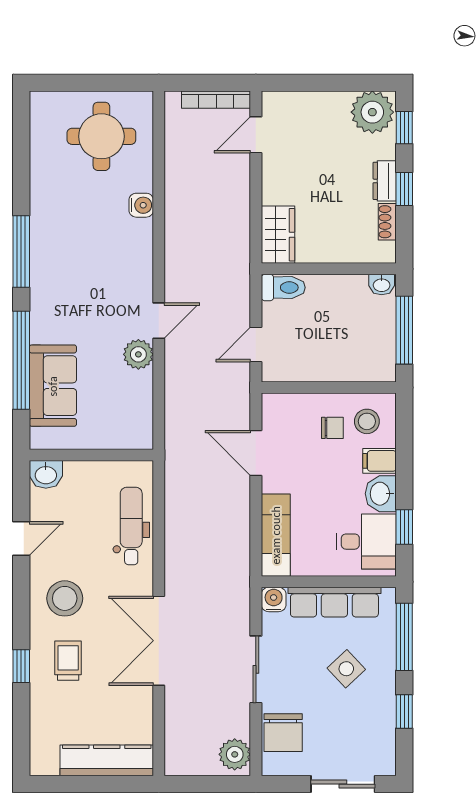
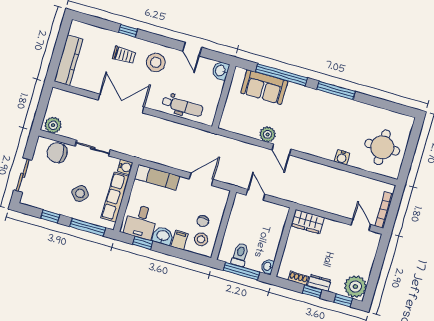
toilet: (283, 288) -> (240, 255), moved, turned 180

